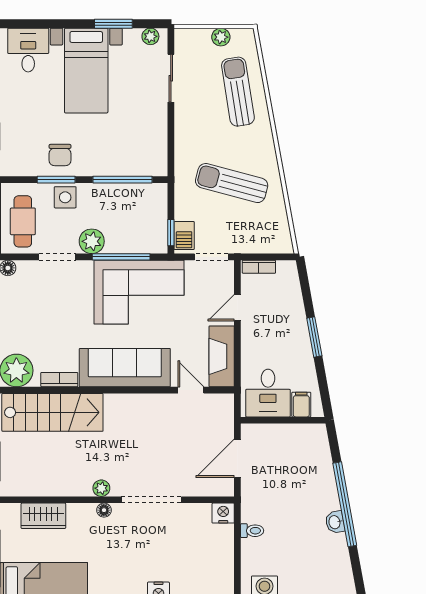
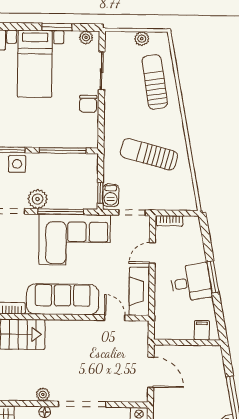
chair: (60, 155) -> (88, 104), moved
desk: (268, 393) -> (191, 282), moved, turned -100
door: (237, 458) -> (151, 372), swing flipped

